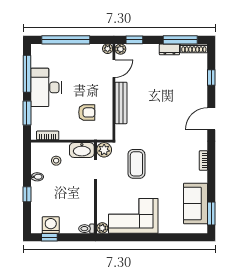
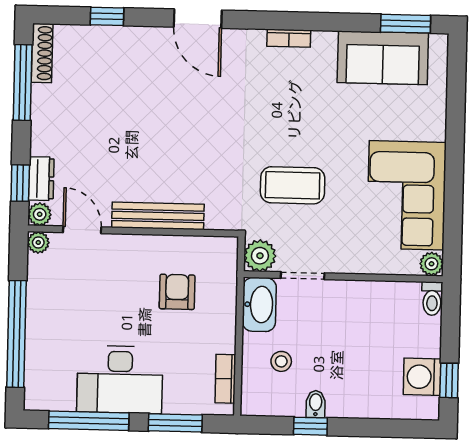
dresser: (169, 49) -> (41, 179), moved
window: (27, 194) -> (310, 426), moved

